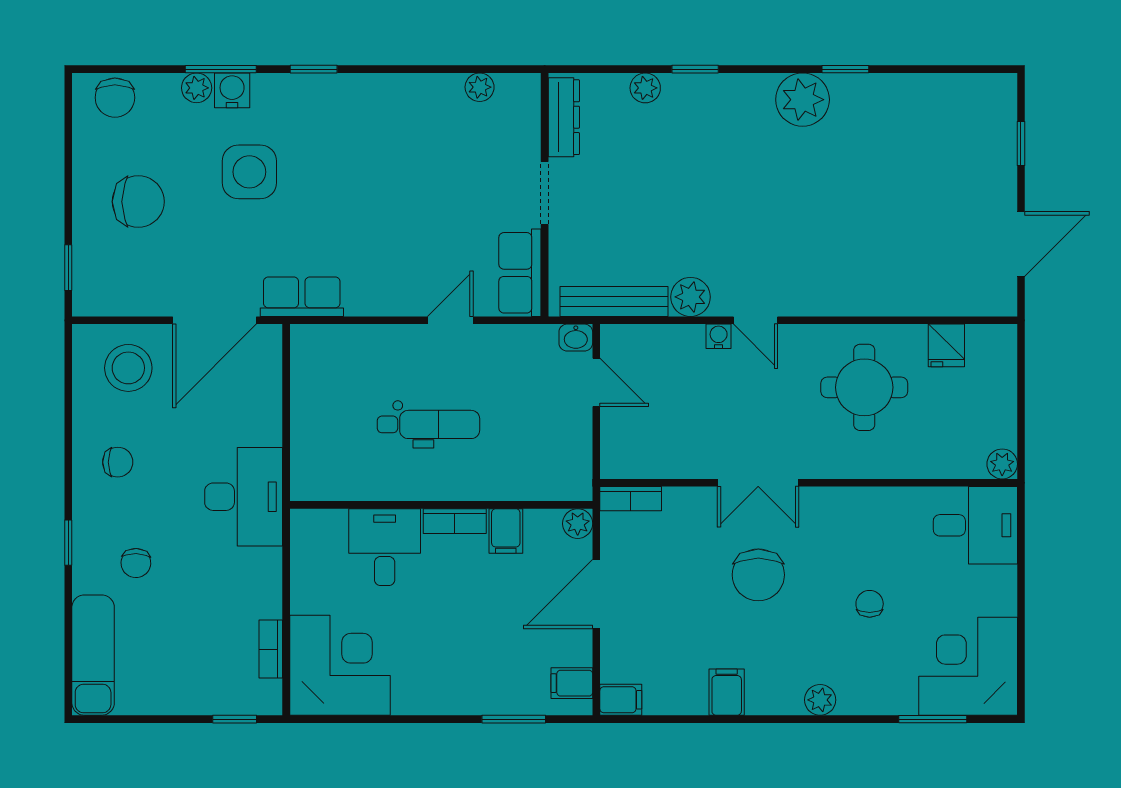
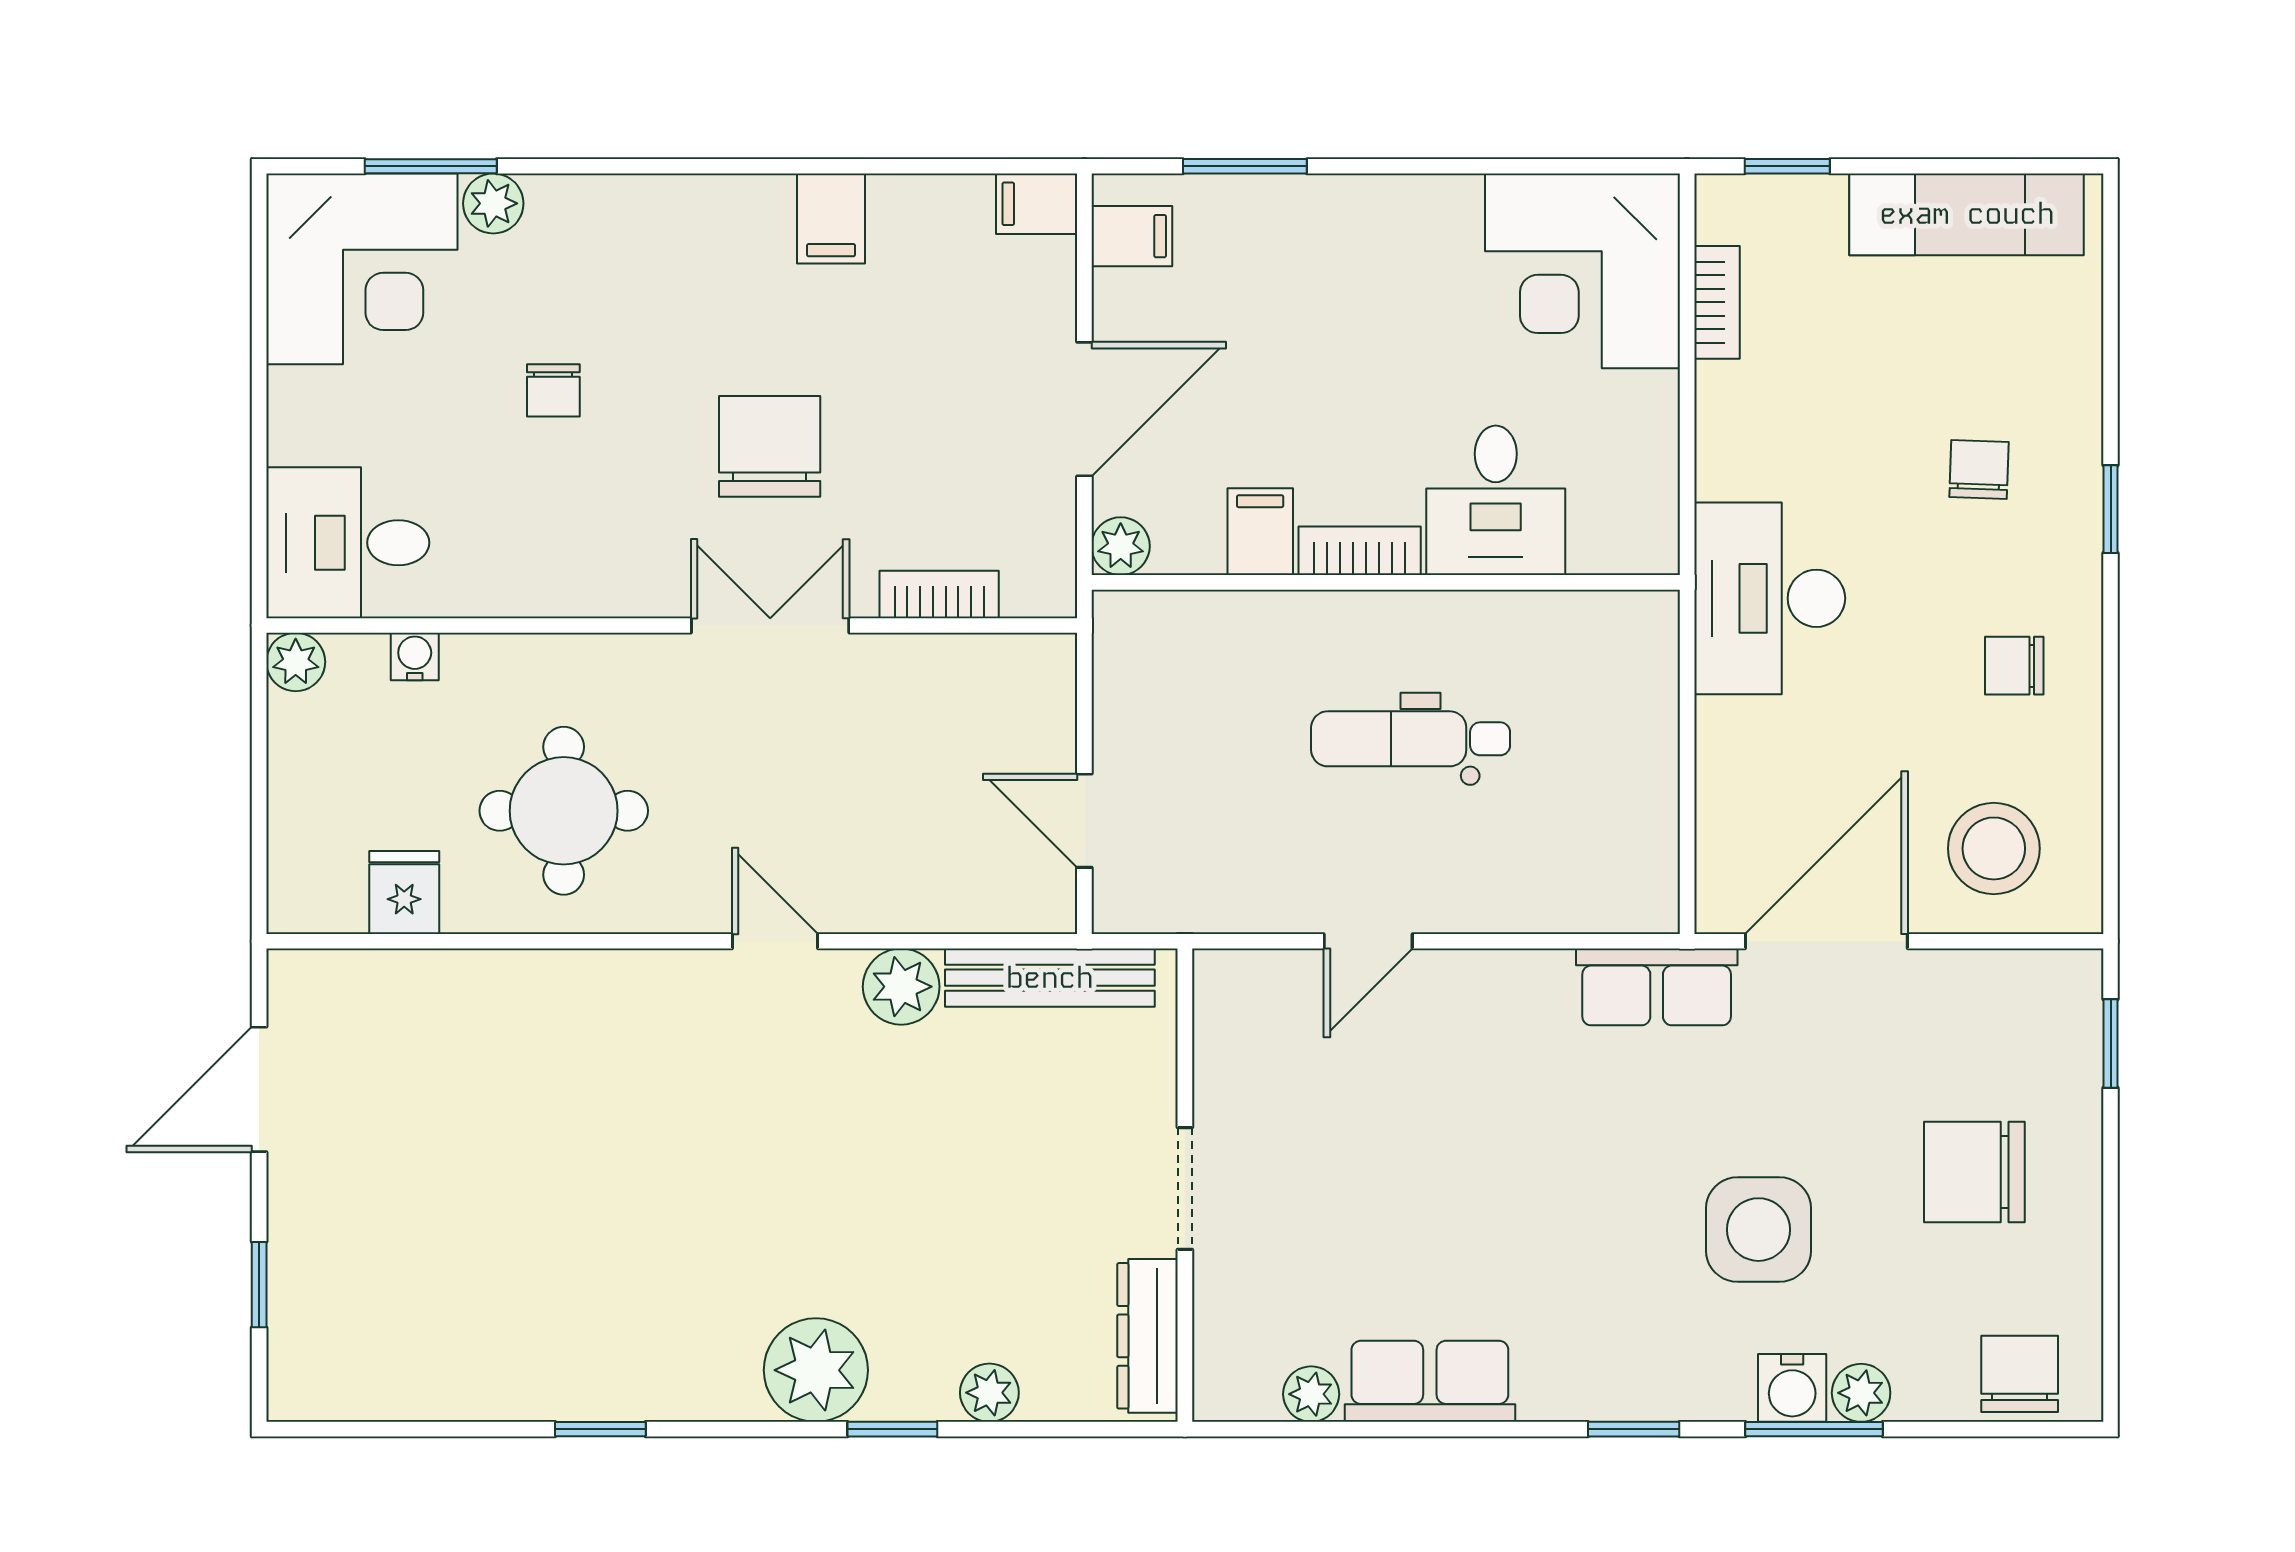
plant: (803, 100) -> (816, 1370), moved
row of seats: (520, 273) -> (1430, 1381), moved, turned -90
water cooler: (719, 336) -> (415, 657), moved, turned 180
washbasin: (576, 338) -> (1124, 908), removed
bookcase: (631, 499) -> (939, 594), moved
exam couch: (93, 655) -> (1967, 214), moved, turned -90
plant: (820, 700) -> (493, 203), moved

